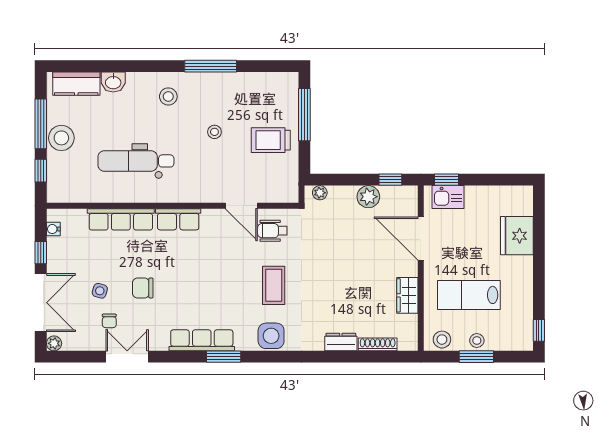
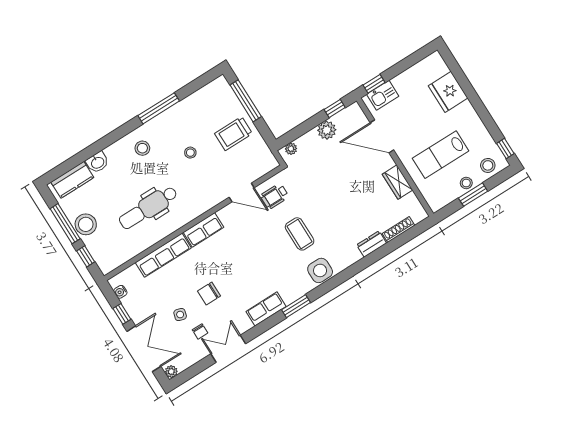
row of seats: (202, 340) -> (266, 309), width x0.68
stool: (442, 340) -> (488, 165), moved

